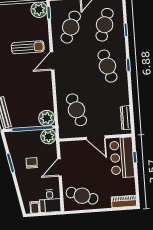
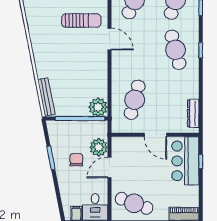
door: (52, 61) -> (109, 39), swing flipped
cafe table: (76, 110) -> (135, 100), turned 33
plant: (48, 137) -> (99, 147), moved

